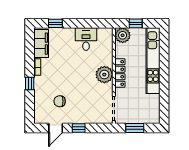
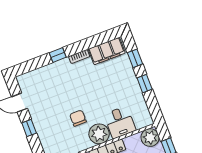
window: (78, 23) -> (145, 84), added
desk: (86, 39) -> (120, 122), moved, turned 90
chair: (60, 101) -> (78, 118), moved

